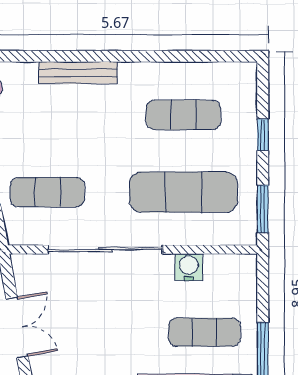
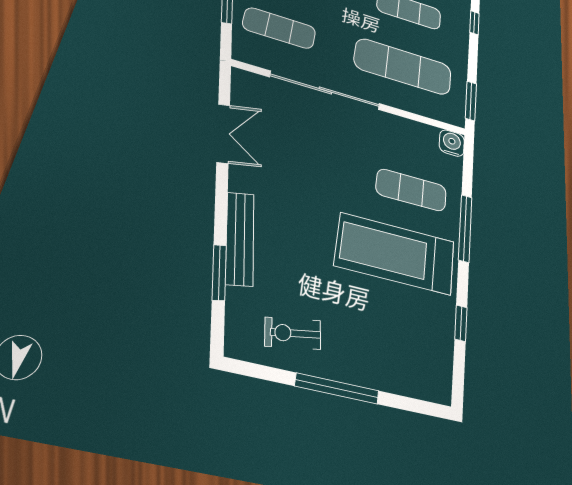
window: (263, 135) -> (474, 23), moved
water cooler: (189, 267) -> (452, 143), moved

